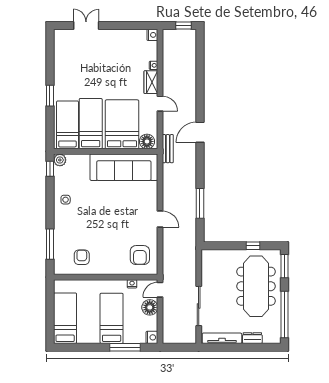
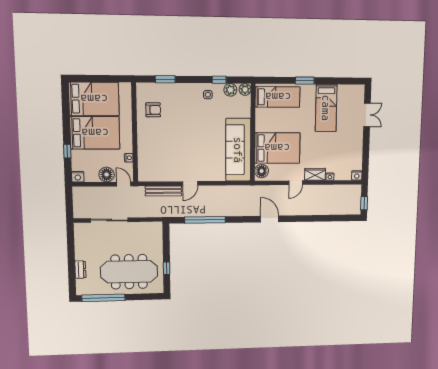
bed: (91, 124) -> (326, 108), moved, turned 90
bench: (168, 149) -> (163, 191), moved, width x1.36
window: (50, 169) -> (219, 80), moved
plant: (60, 176) -> (230, 90), added
window: (200, 203) -> (205, 220), width x1.46
window: (50, 244) -> (165, 79), width x0.69
armchair: (140, 255) -> (156, 165), removed
window: (285, 266) -> (148, 297), removed
bed: (65, 318) -> (94, 99), width x1.50
bed: (112, 318) -> (95, 133), width x1.50
tv unit: (222, 338) -> (79, 242), removed
window: (125, 347) -> (67, 151), width x0.46

